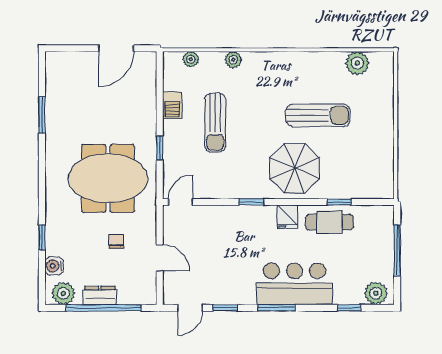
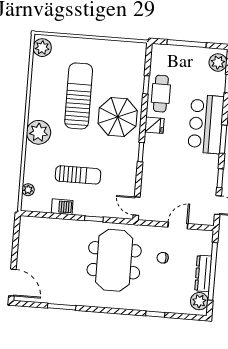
door: (116, 48) -> (12, 283), moved
plant: (233, 60) -> (39, 132), moved, width x1.87, depth x1.87
plant: (357, 63) -> (42, 48), moved
sun lounger: (318, 115) -> (79, 96), width x1.36, depth x1.34
water cooler: (54, 266) -> (178, 307), removed
dresser: (100, 296) -> (203, 273), width x1.44

